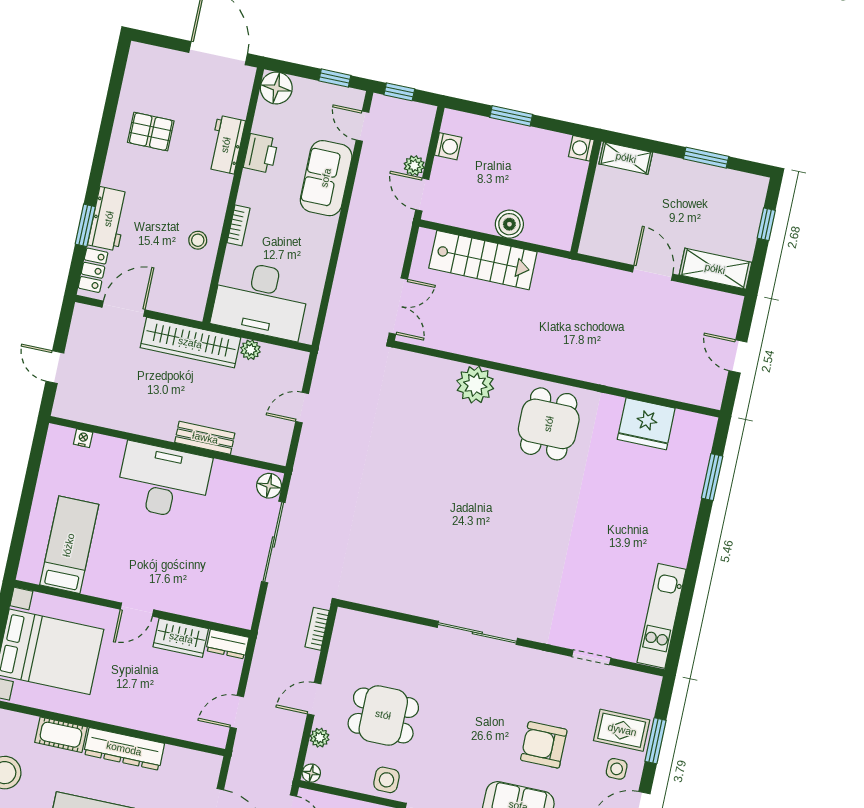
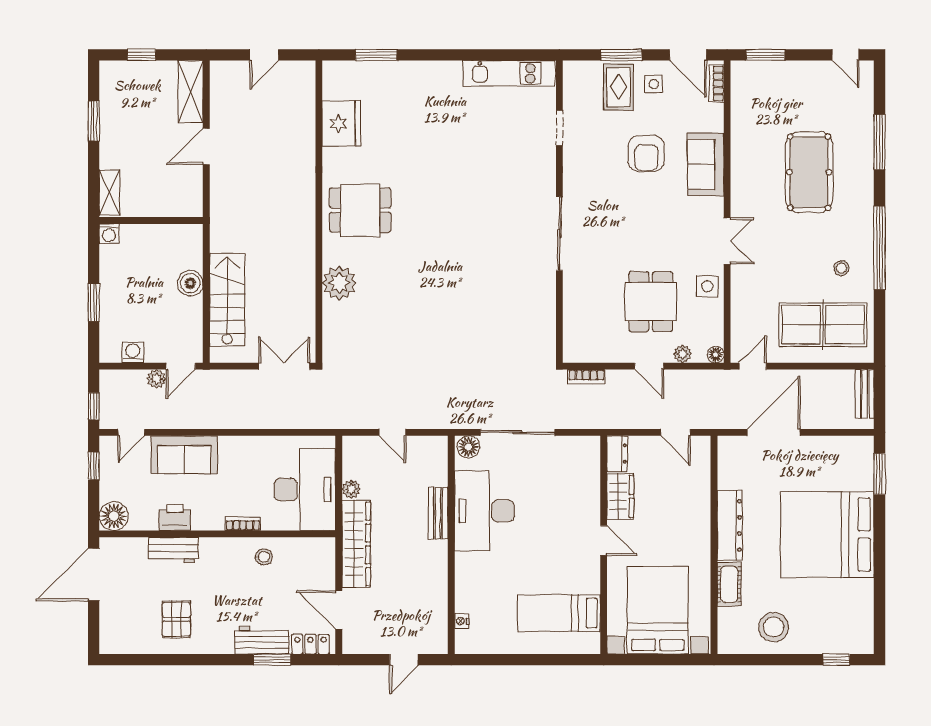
desk: (164, 481) -> (484, 511), moved

